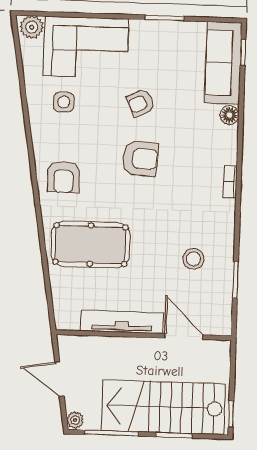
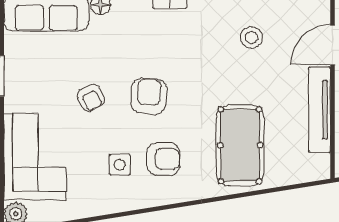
side table: (64, 102) -> (120, 165), moved
armchair: (63, 177) -> (163, 159), moved

